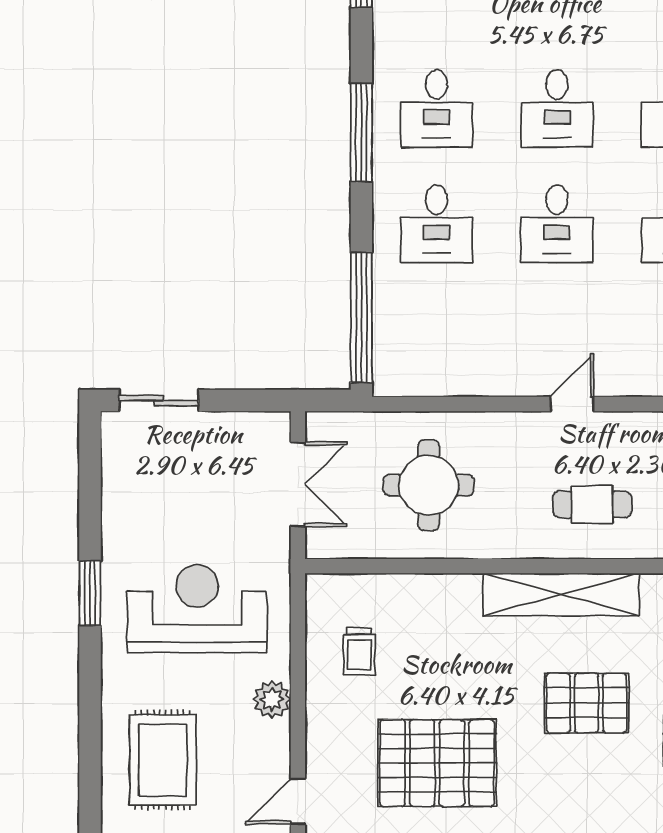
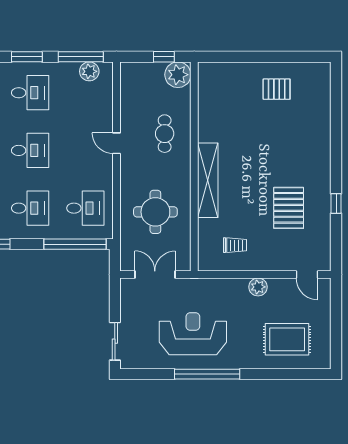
desk: (437, 339) -> (85, 208), added
window: (90, 593) -> (207, 374), width x2.11
shelving: (561, 595) -> (208, 180), moved
reception desk: (197, 609) -> (193, 334), moved, turned 90
pallet: (586, 703) -> (260, 136), removed
pallet: (437, 763) -> (289, 208), width x0.73, depth x0.71

